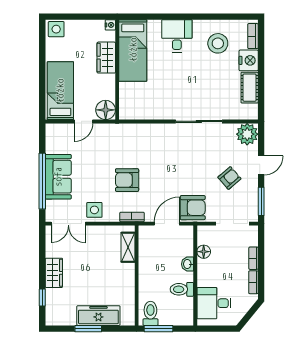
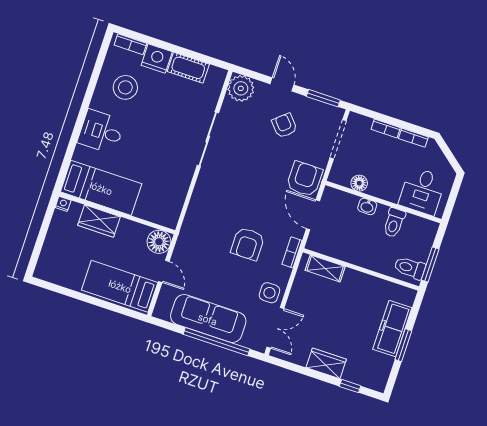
side table: (56, 29) -> (47, 268), removed
sofa: (58, 177) -> (208, 319), width x1.36

